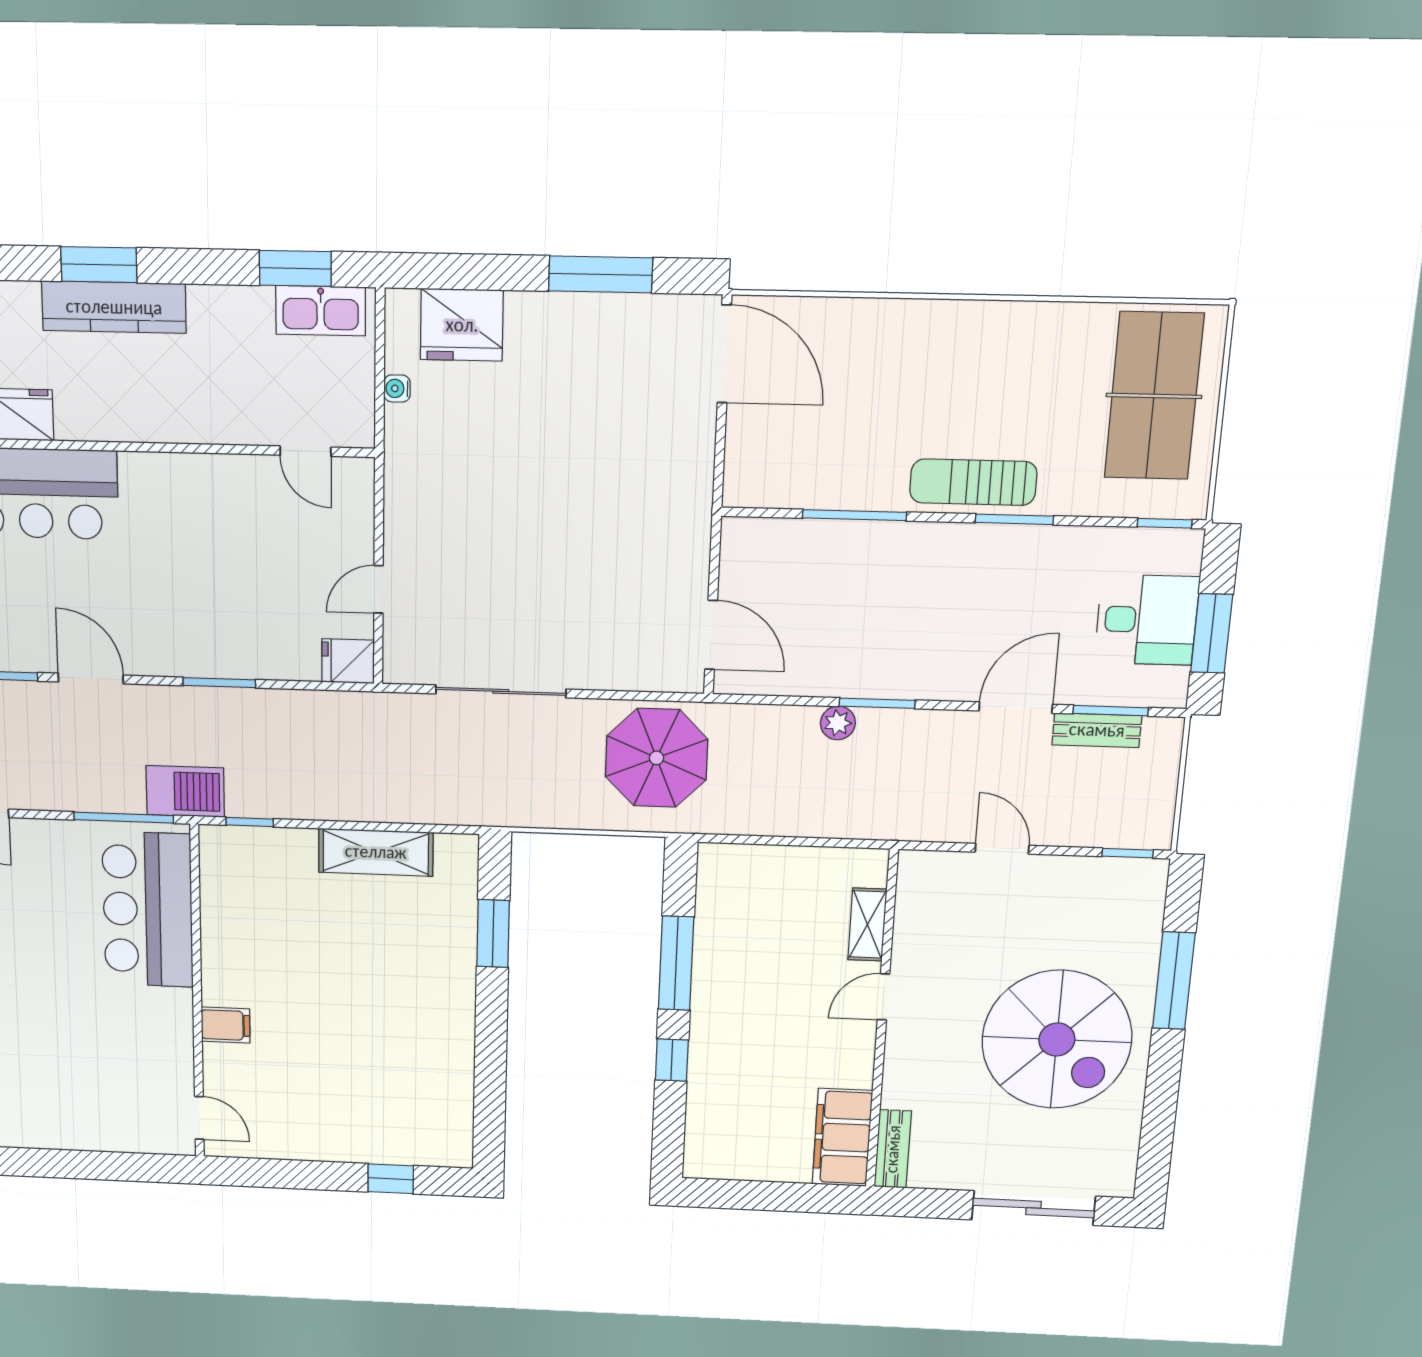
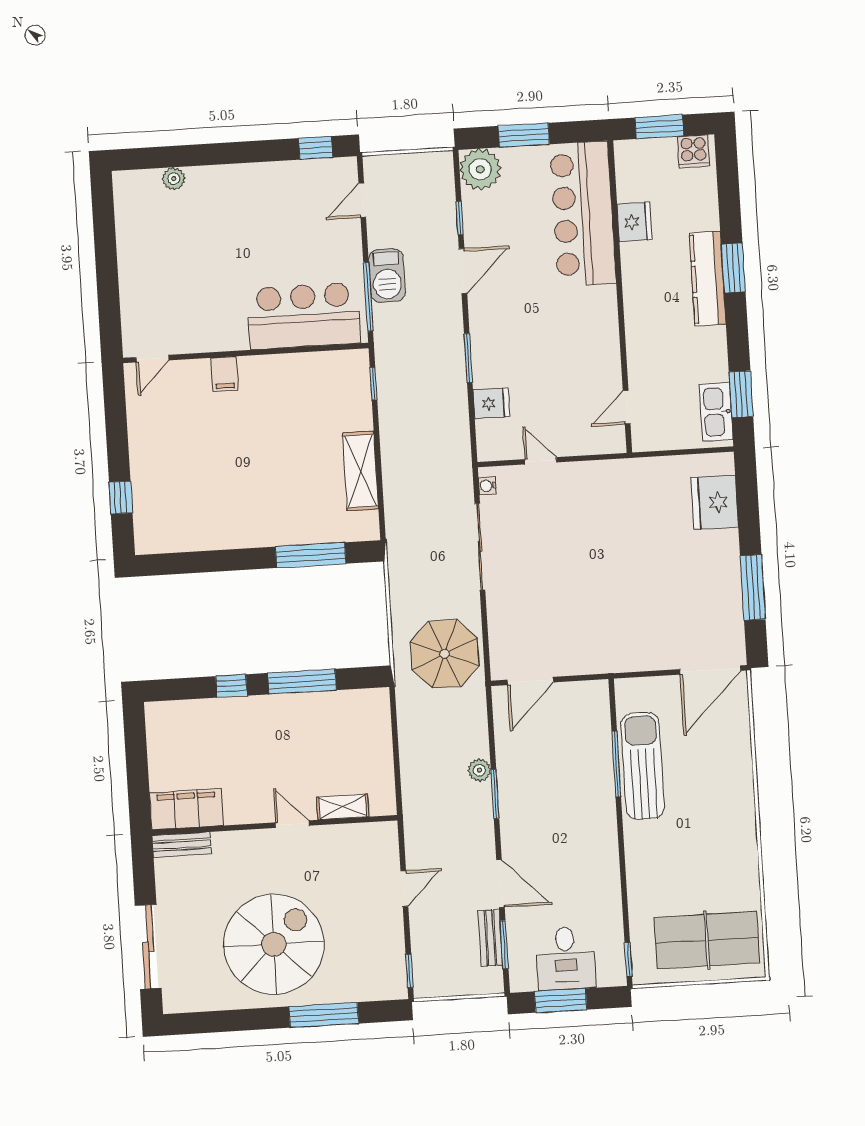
water cooler: (397, 388) -> (487, 486), moved, turned -90
sun lounger: (973, 482) -> (643, 766), moved, width x1.36, depth x1.34
window: (1014, 519) -> (623, 865), removed
fridge: (348, 661) -> (491, 403), moved, turned 90
barbecue: (185, 791) -> (387, 276), moved
window: (493, 934) -> (311, 555), width x1.44
spiral stairs: (1057, 1040) -> (274, 944), turned 180

